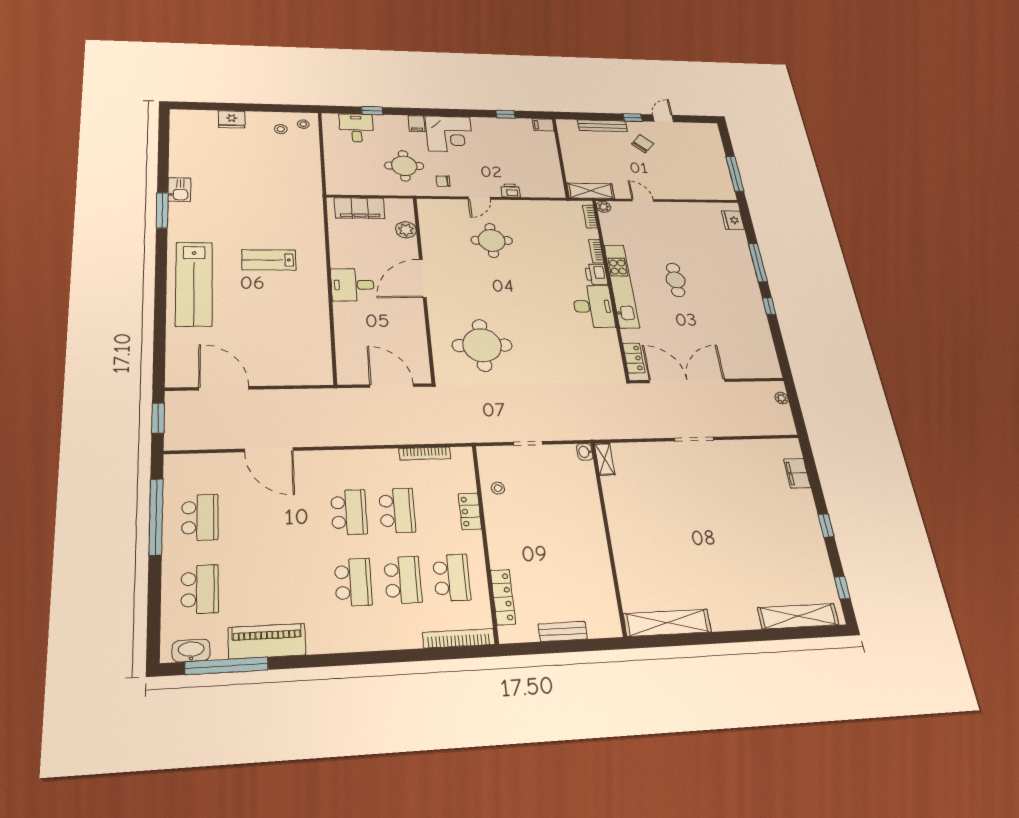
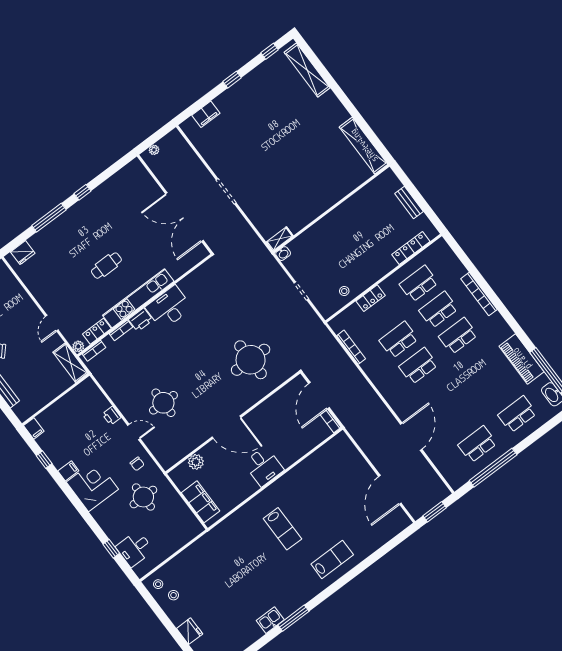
filing cabinet: (417, 124) -> (68, 471), moved
lab bench: (194, 284) -> (332, 559), width x0.54, depth x0.72
locker: (634, 358) -> (97, 331), moved
bookcase: (353, 379) -> (331, 421), added
bookcase: (459, 638) -> (479, 294), moved

